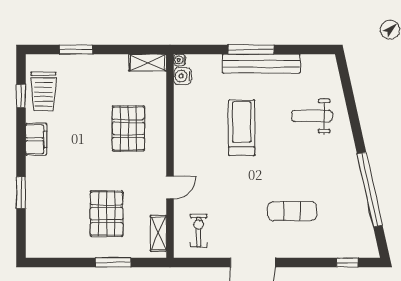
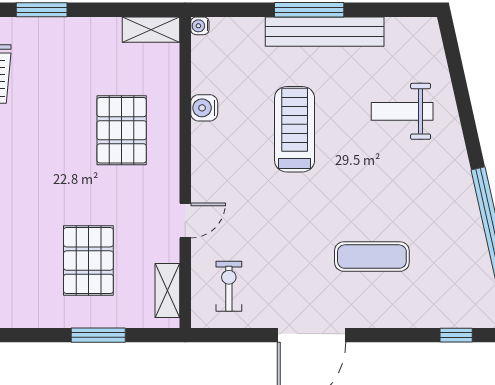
water cooler: (182, 76) -> (204, 108), moved

